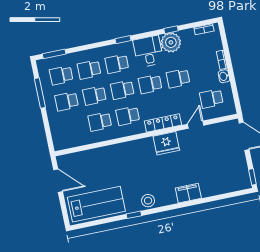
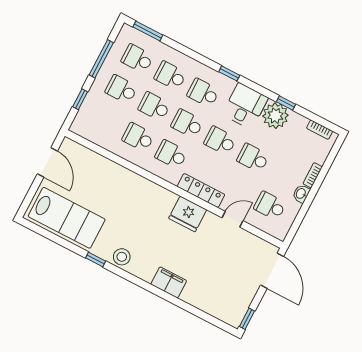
window: (47, 127) -> (80, 99), added

